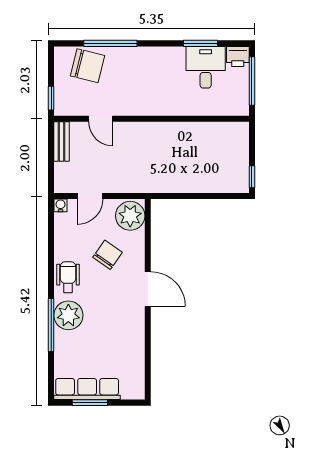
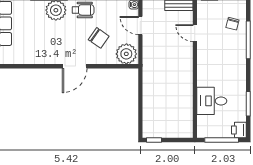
chair: (88, 66) -> (232, 24), width x0.54, depth x0.54
desk: (206, 67) -> (212, 101), moved, turned 180
door: (101, 119) -> (195, 33), hinge flipped

